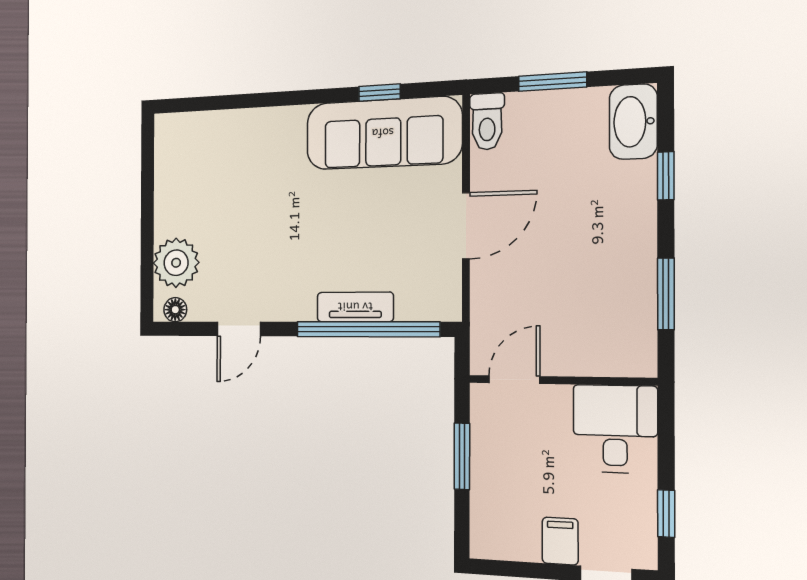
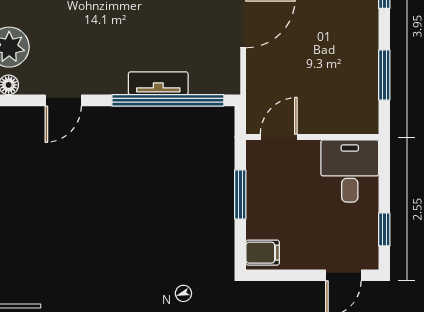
filing cabinet: (560, 541) -> (263, 253), moved, turned 90

